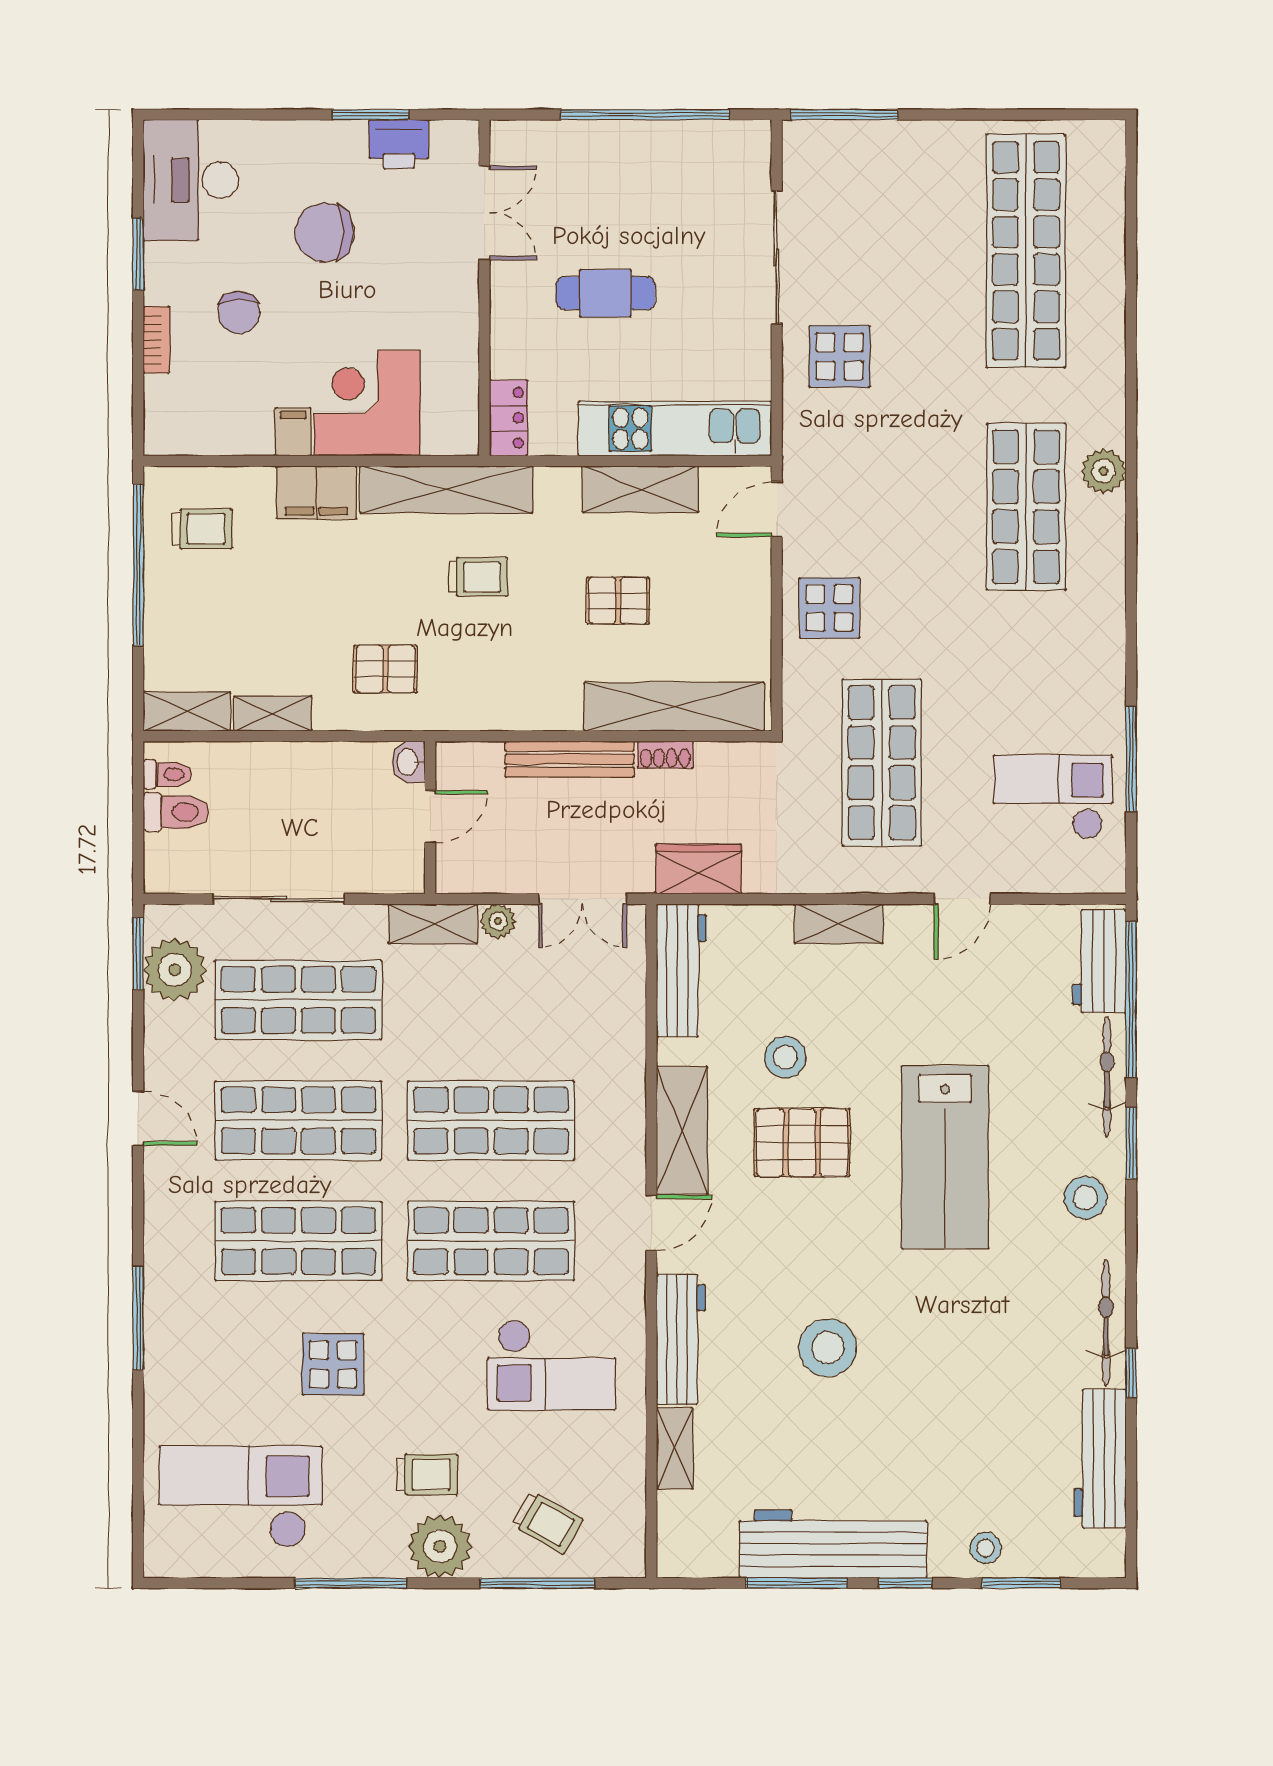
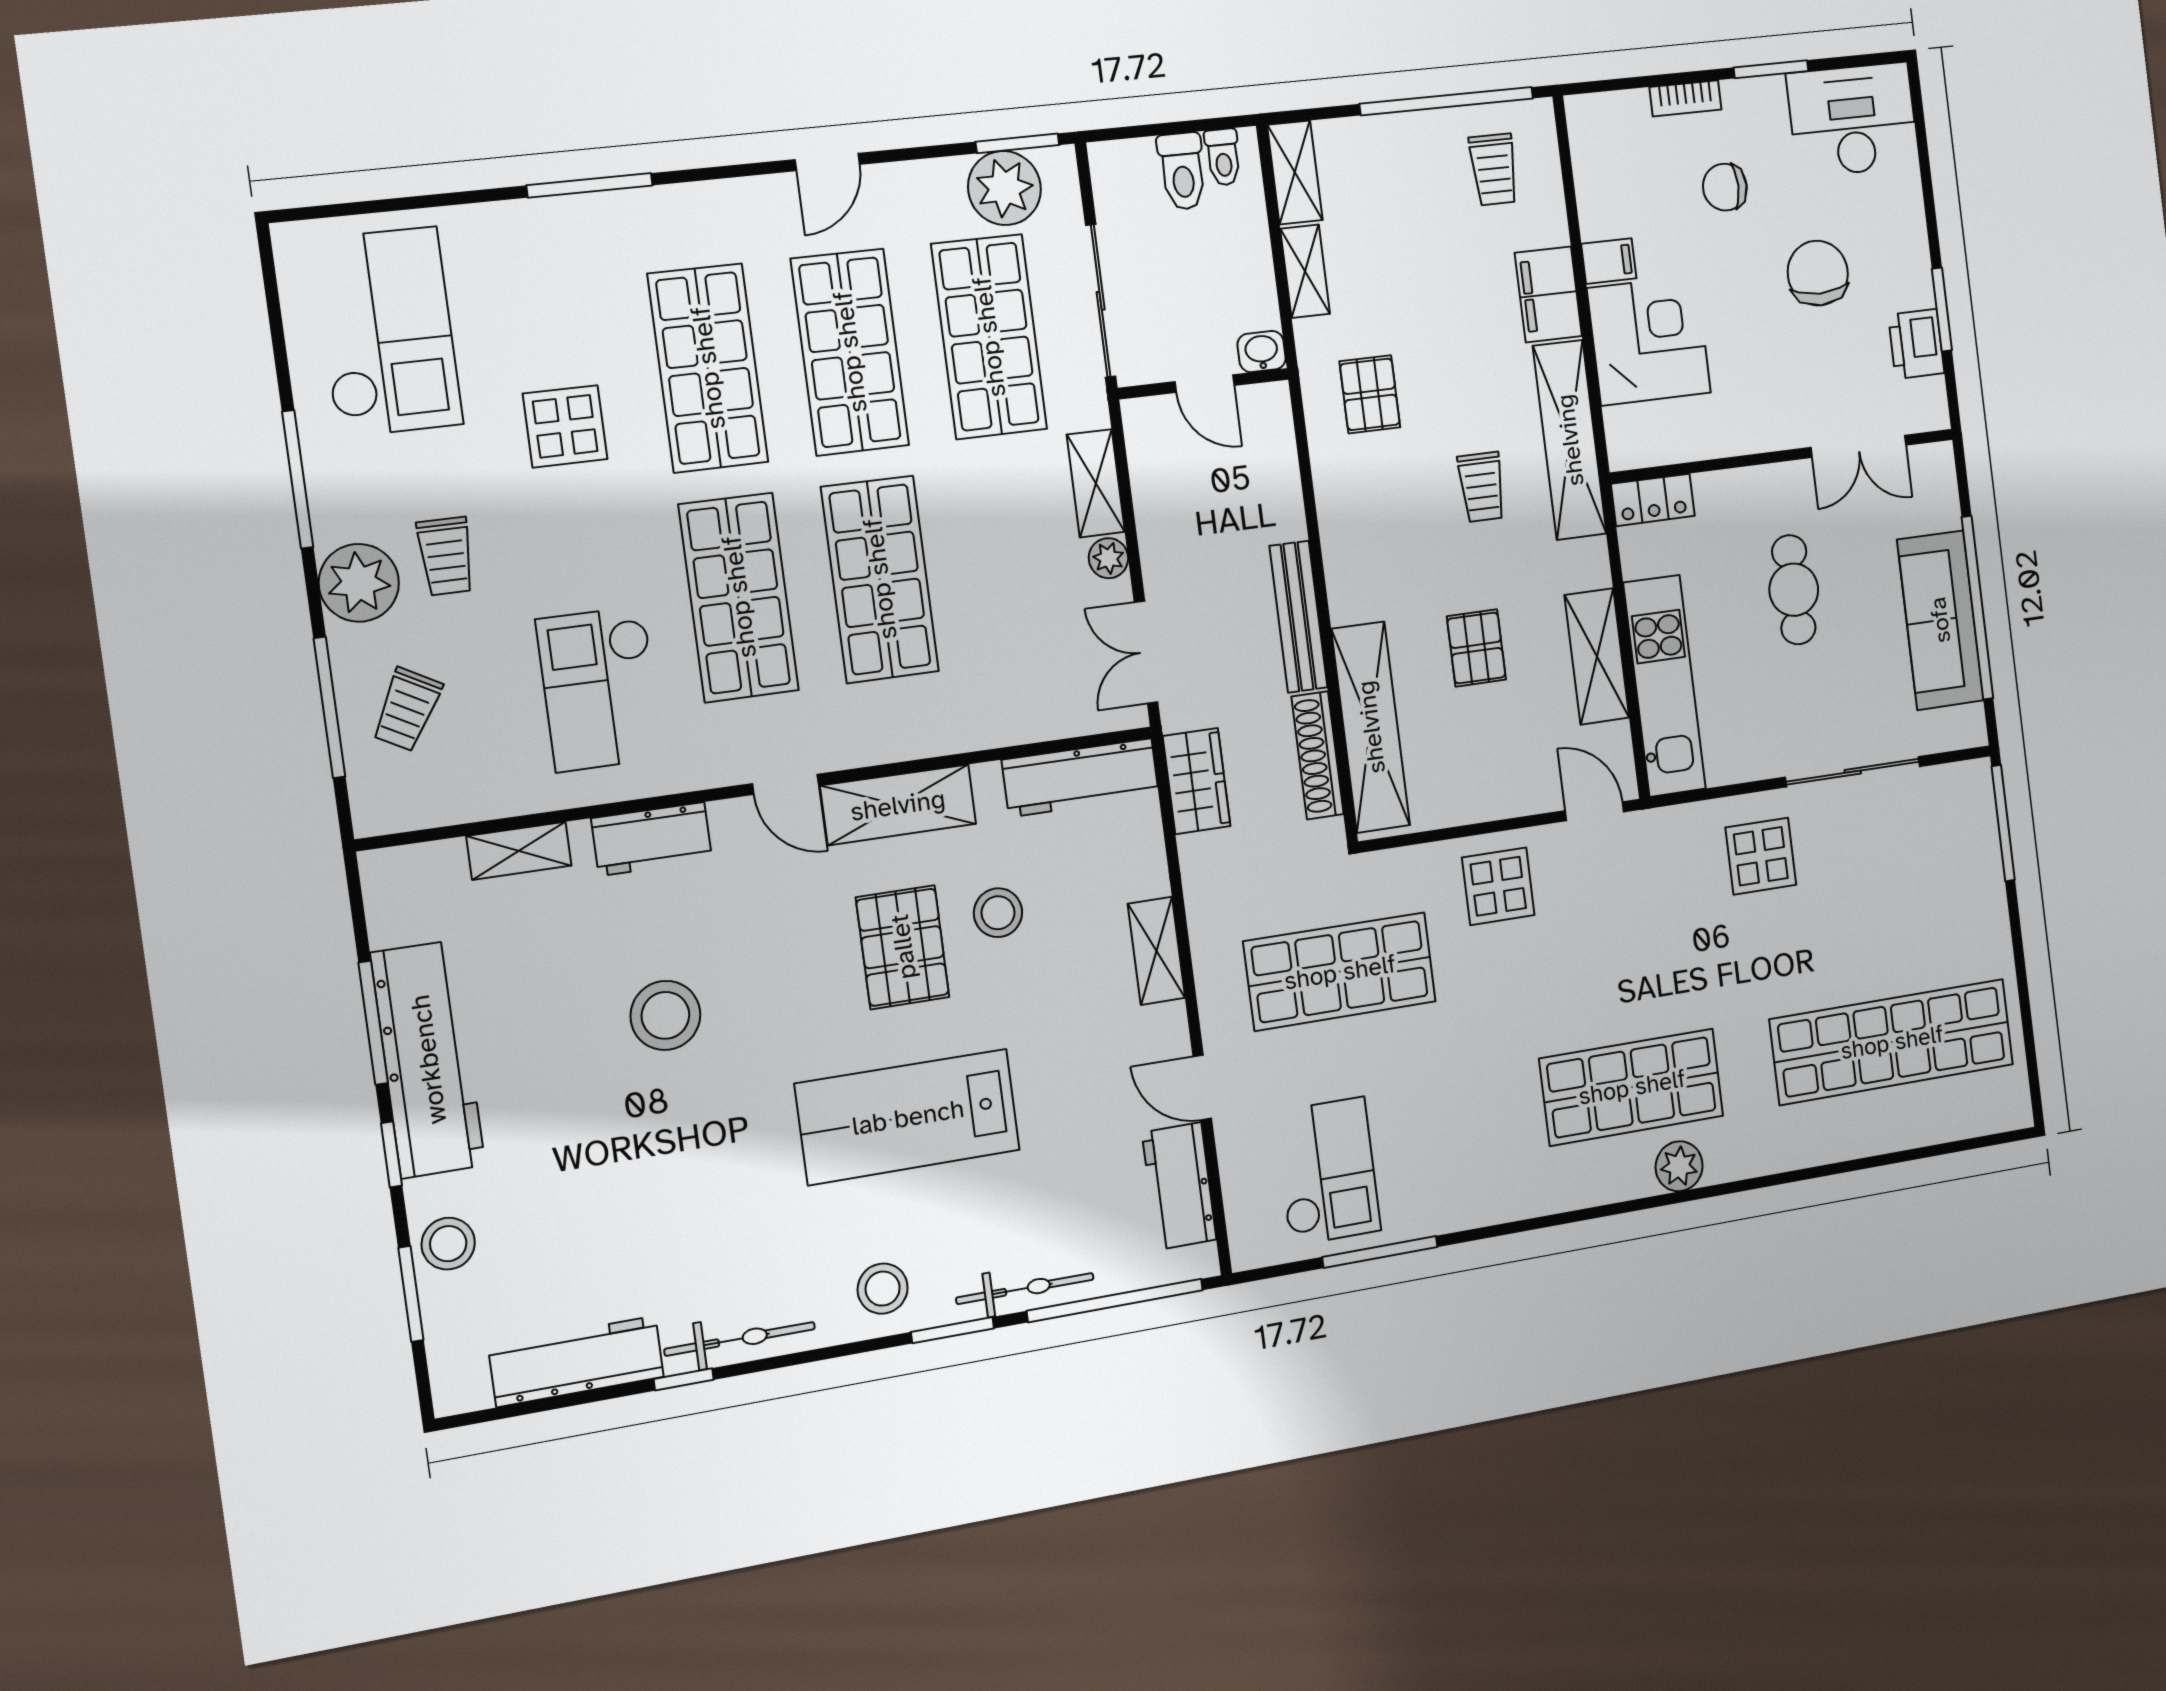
sofa: (651, 153) -> (1940, 620), added
shoe rack: (665, 755) -> (1318, 755), width x1.94, depth x1.24
washbasin: (408, 762) -> (1262, 352), moved
door: (430, 817) -> (1205, 384), moved
wall: (430, 818) -> (1203, 384), moved
workbench: (1099, 961) -> (1179, 1186), moved, turned -90
workbench: (681, 1339) -> (652, 839), width x0.73
stool: (986, 1548) -> (448, 1244), width x1.37, depth x1.37

